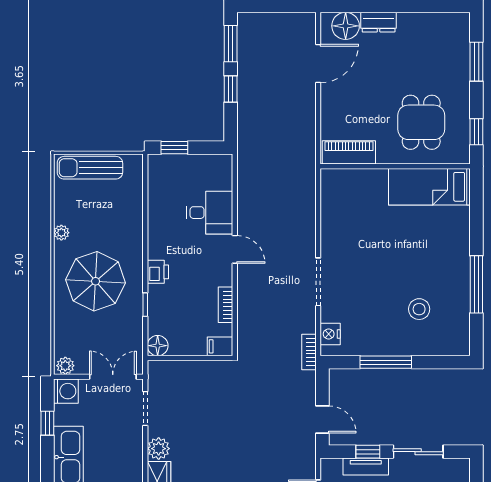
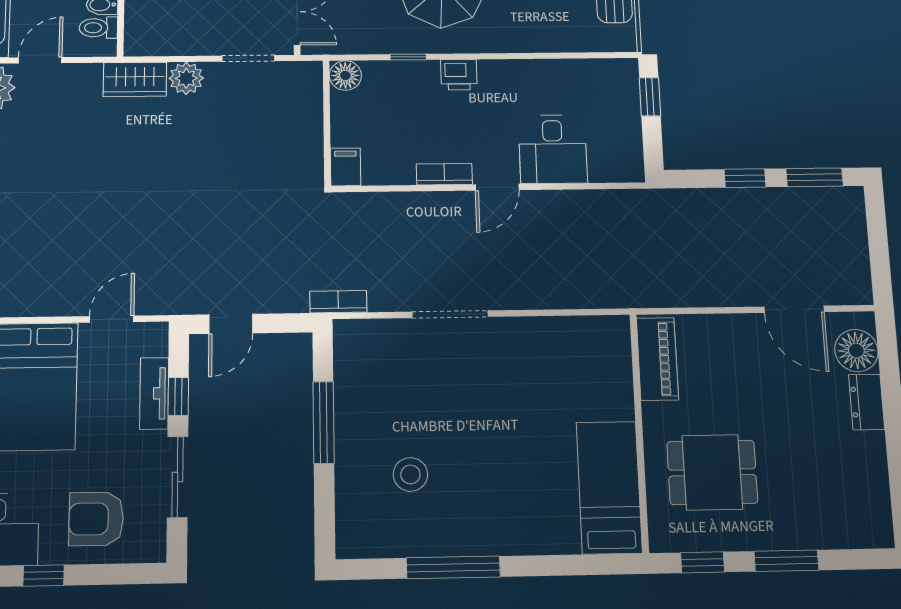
window: (476, 62) -> (786, 561), moved
bookcase: (226, 305) -> (444, 174), moved
nightstand: (330, 334) -> (368, 334), removed

